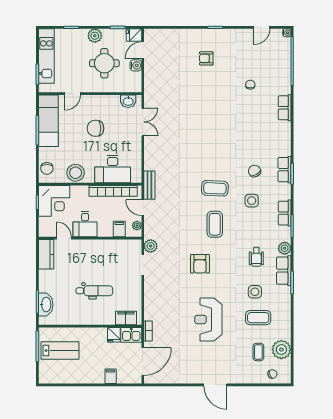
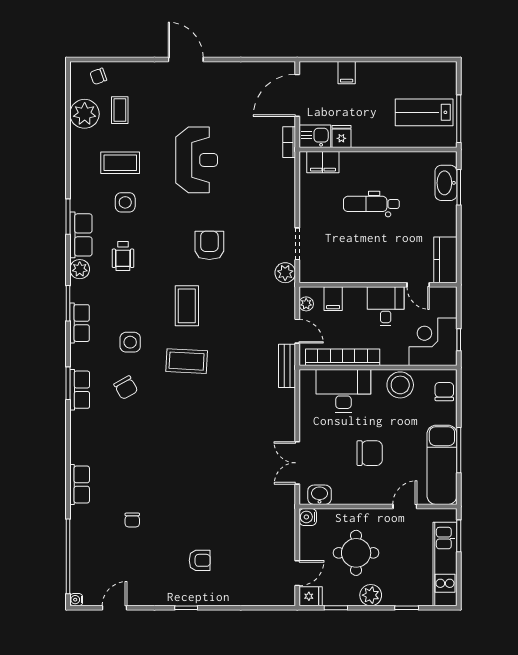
water cooler: (136, 65) -> (308, 517), moved
wheelchair: (256, 257) -> (123, 256), turned 180

